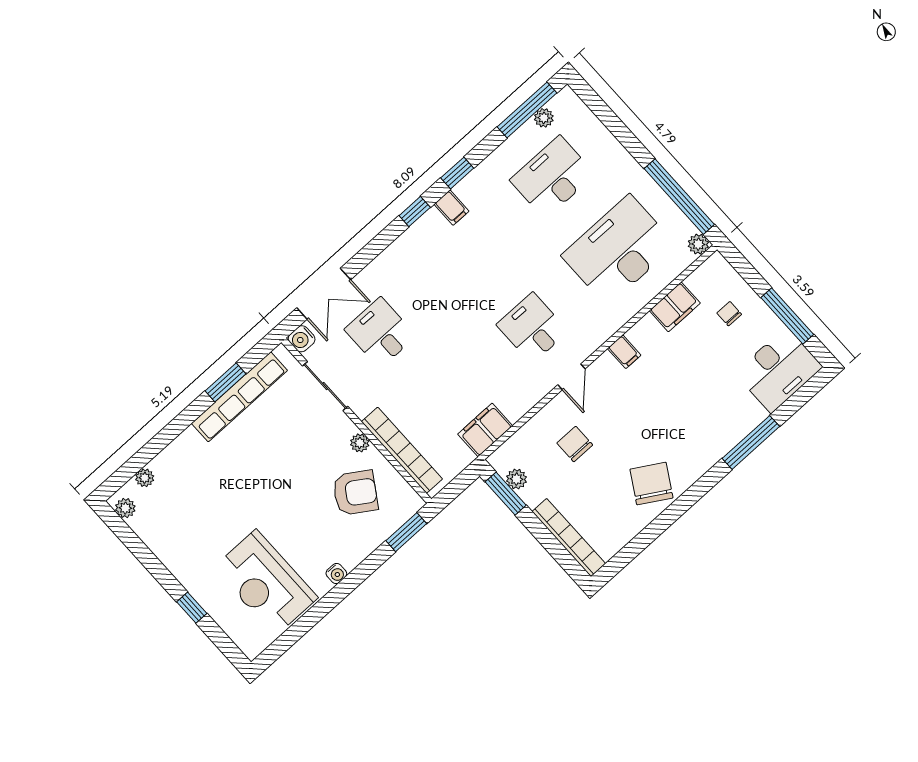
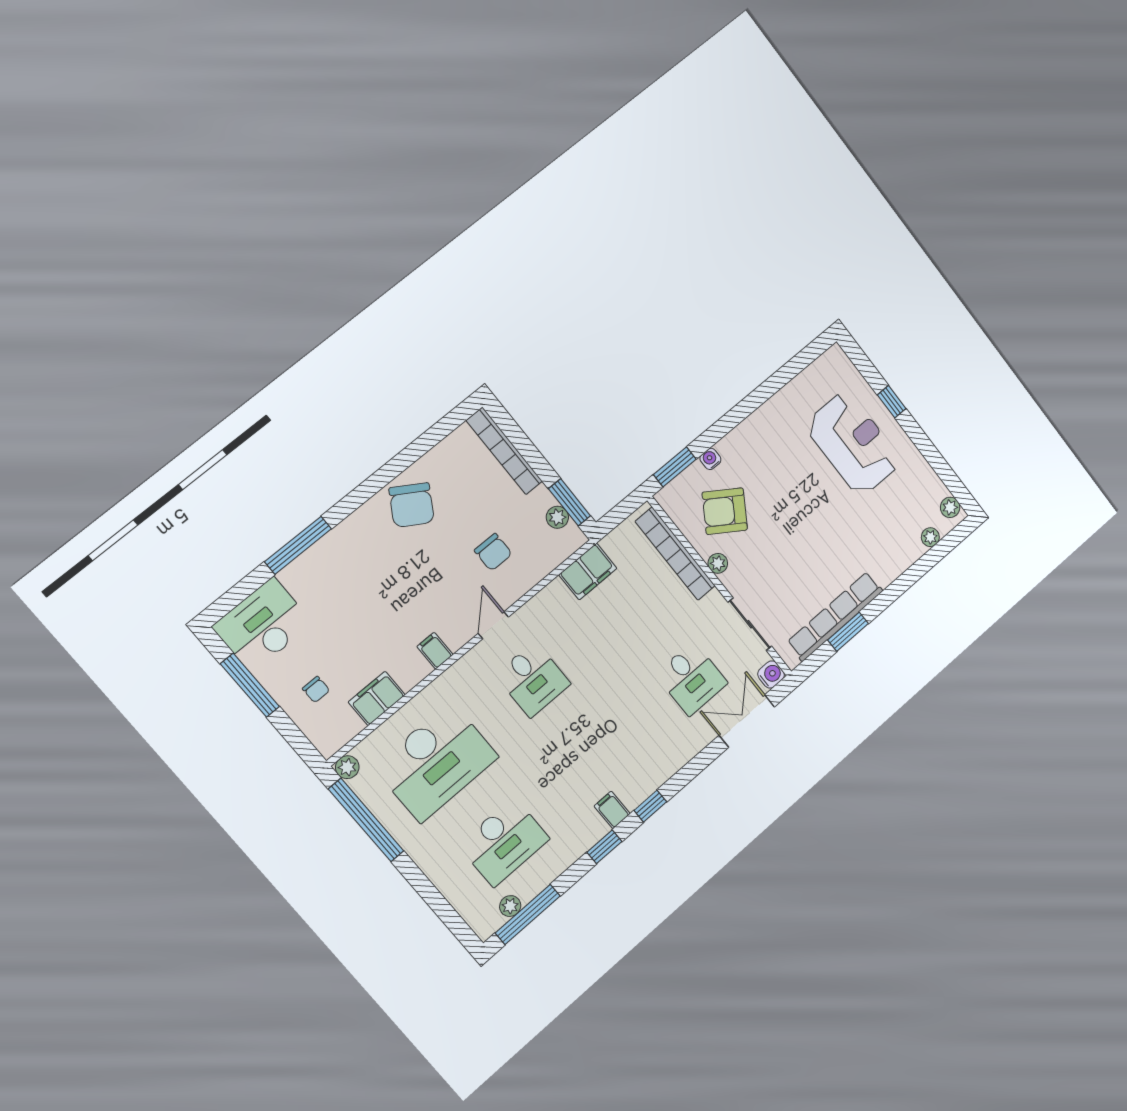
water cooler: (336, 574) -> (710, 459), moved
reception desk: (266, 583) -> (853, 443), moved

